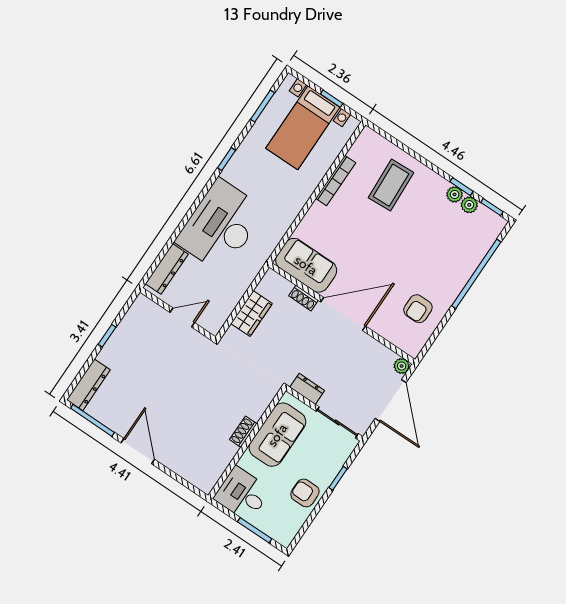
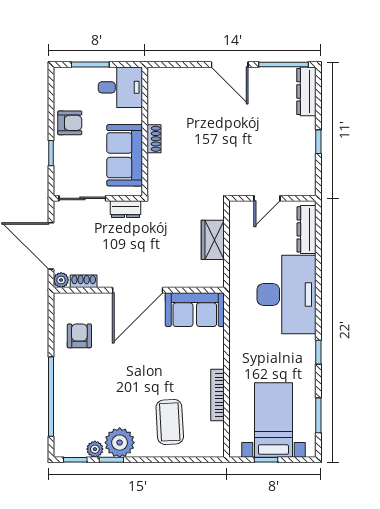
plant: (455, 194) -> (120, 443), width x1.87, depth x1.87
shoe rack: (304, 298) -> (84, 281), moved

